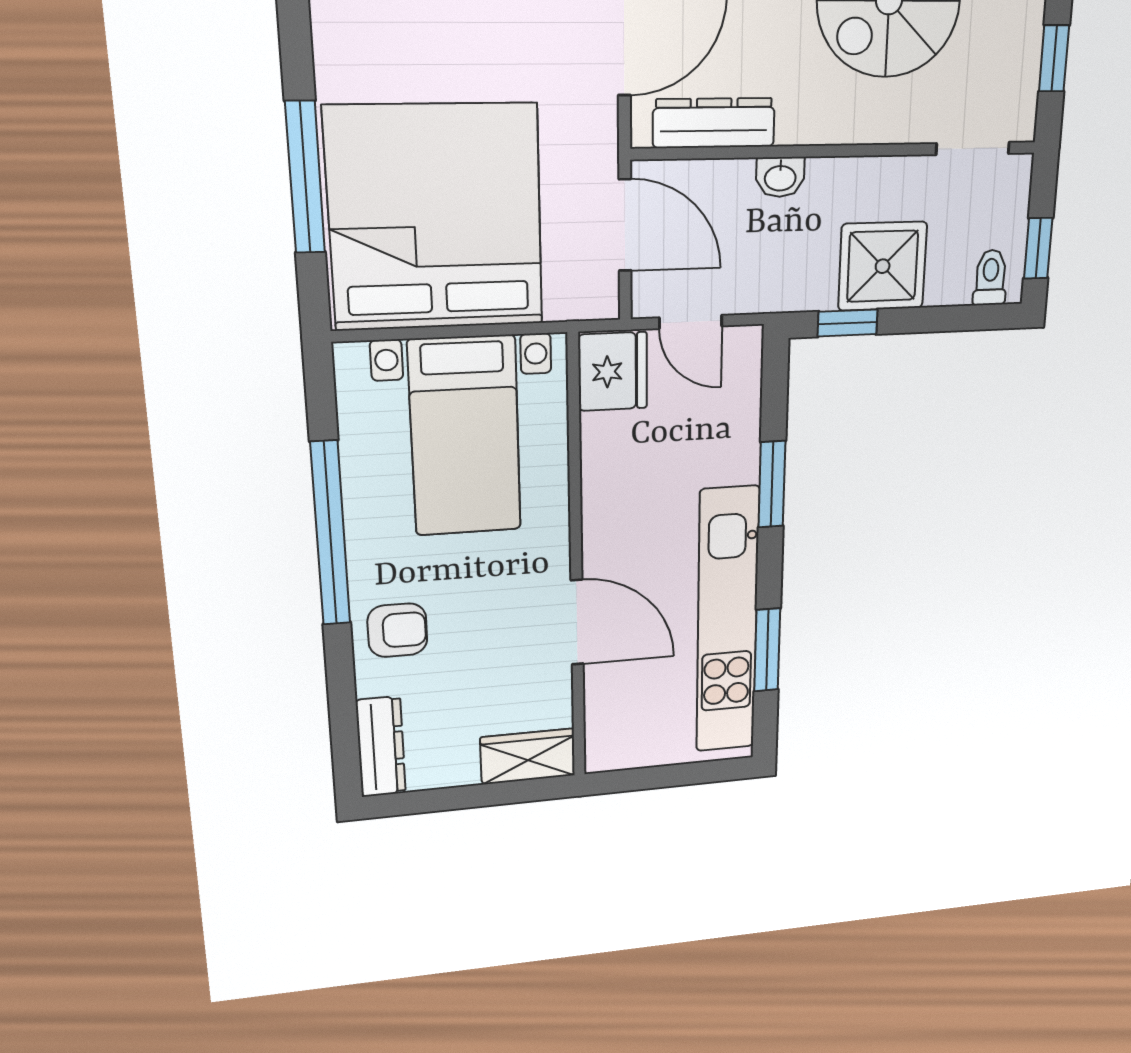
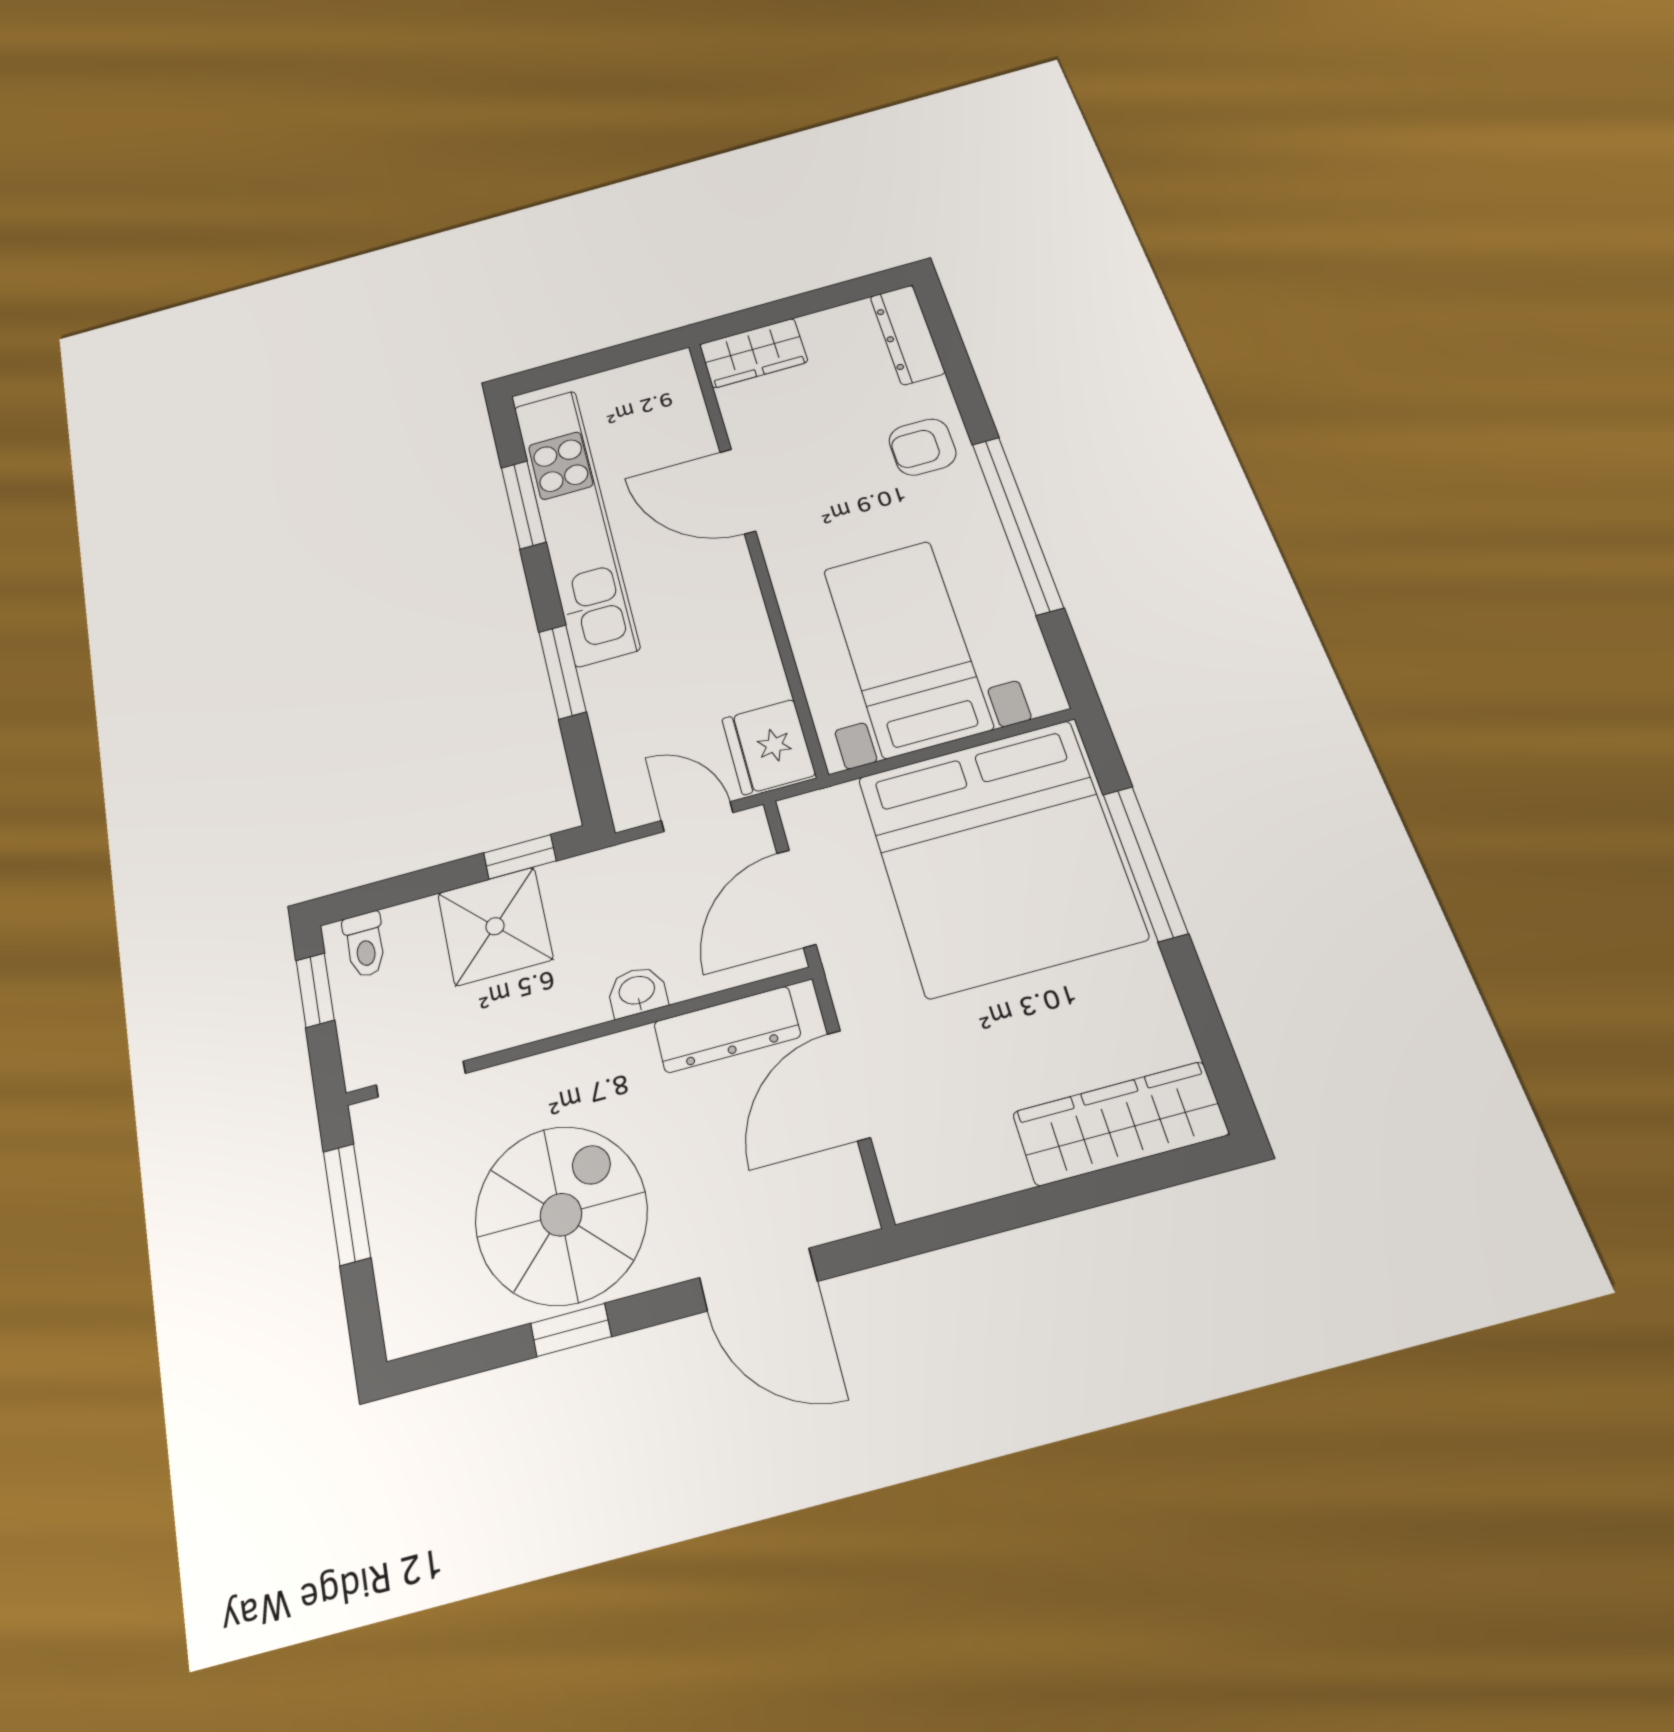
window: (1054, 58) -> (347, 1204), width x1.50
door: (625, 225) -> (796, 898), hinge flipped

